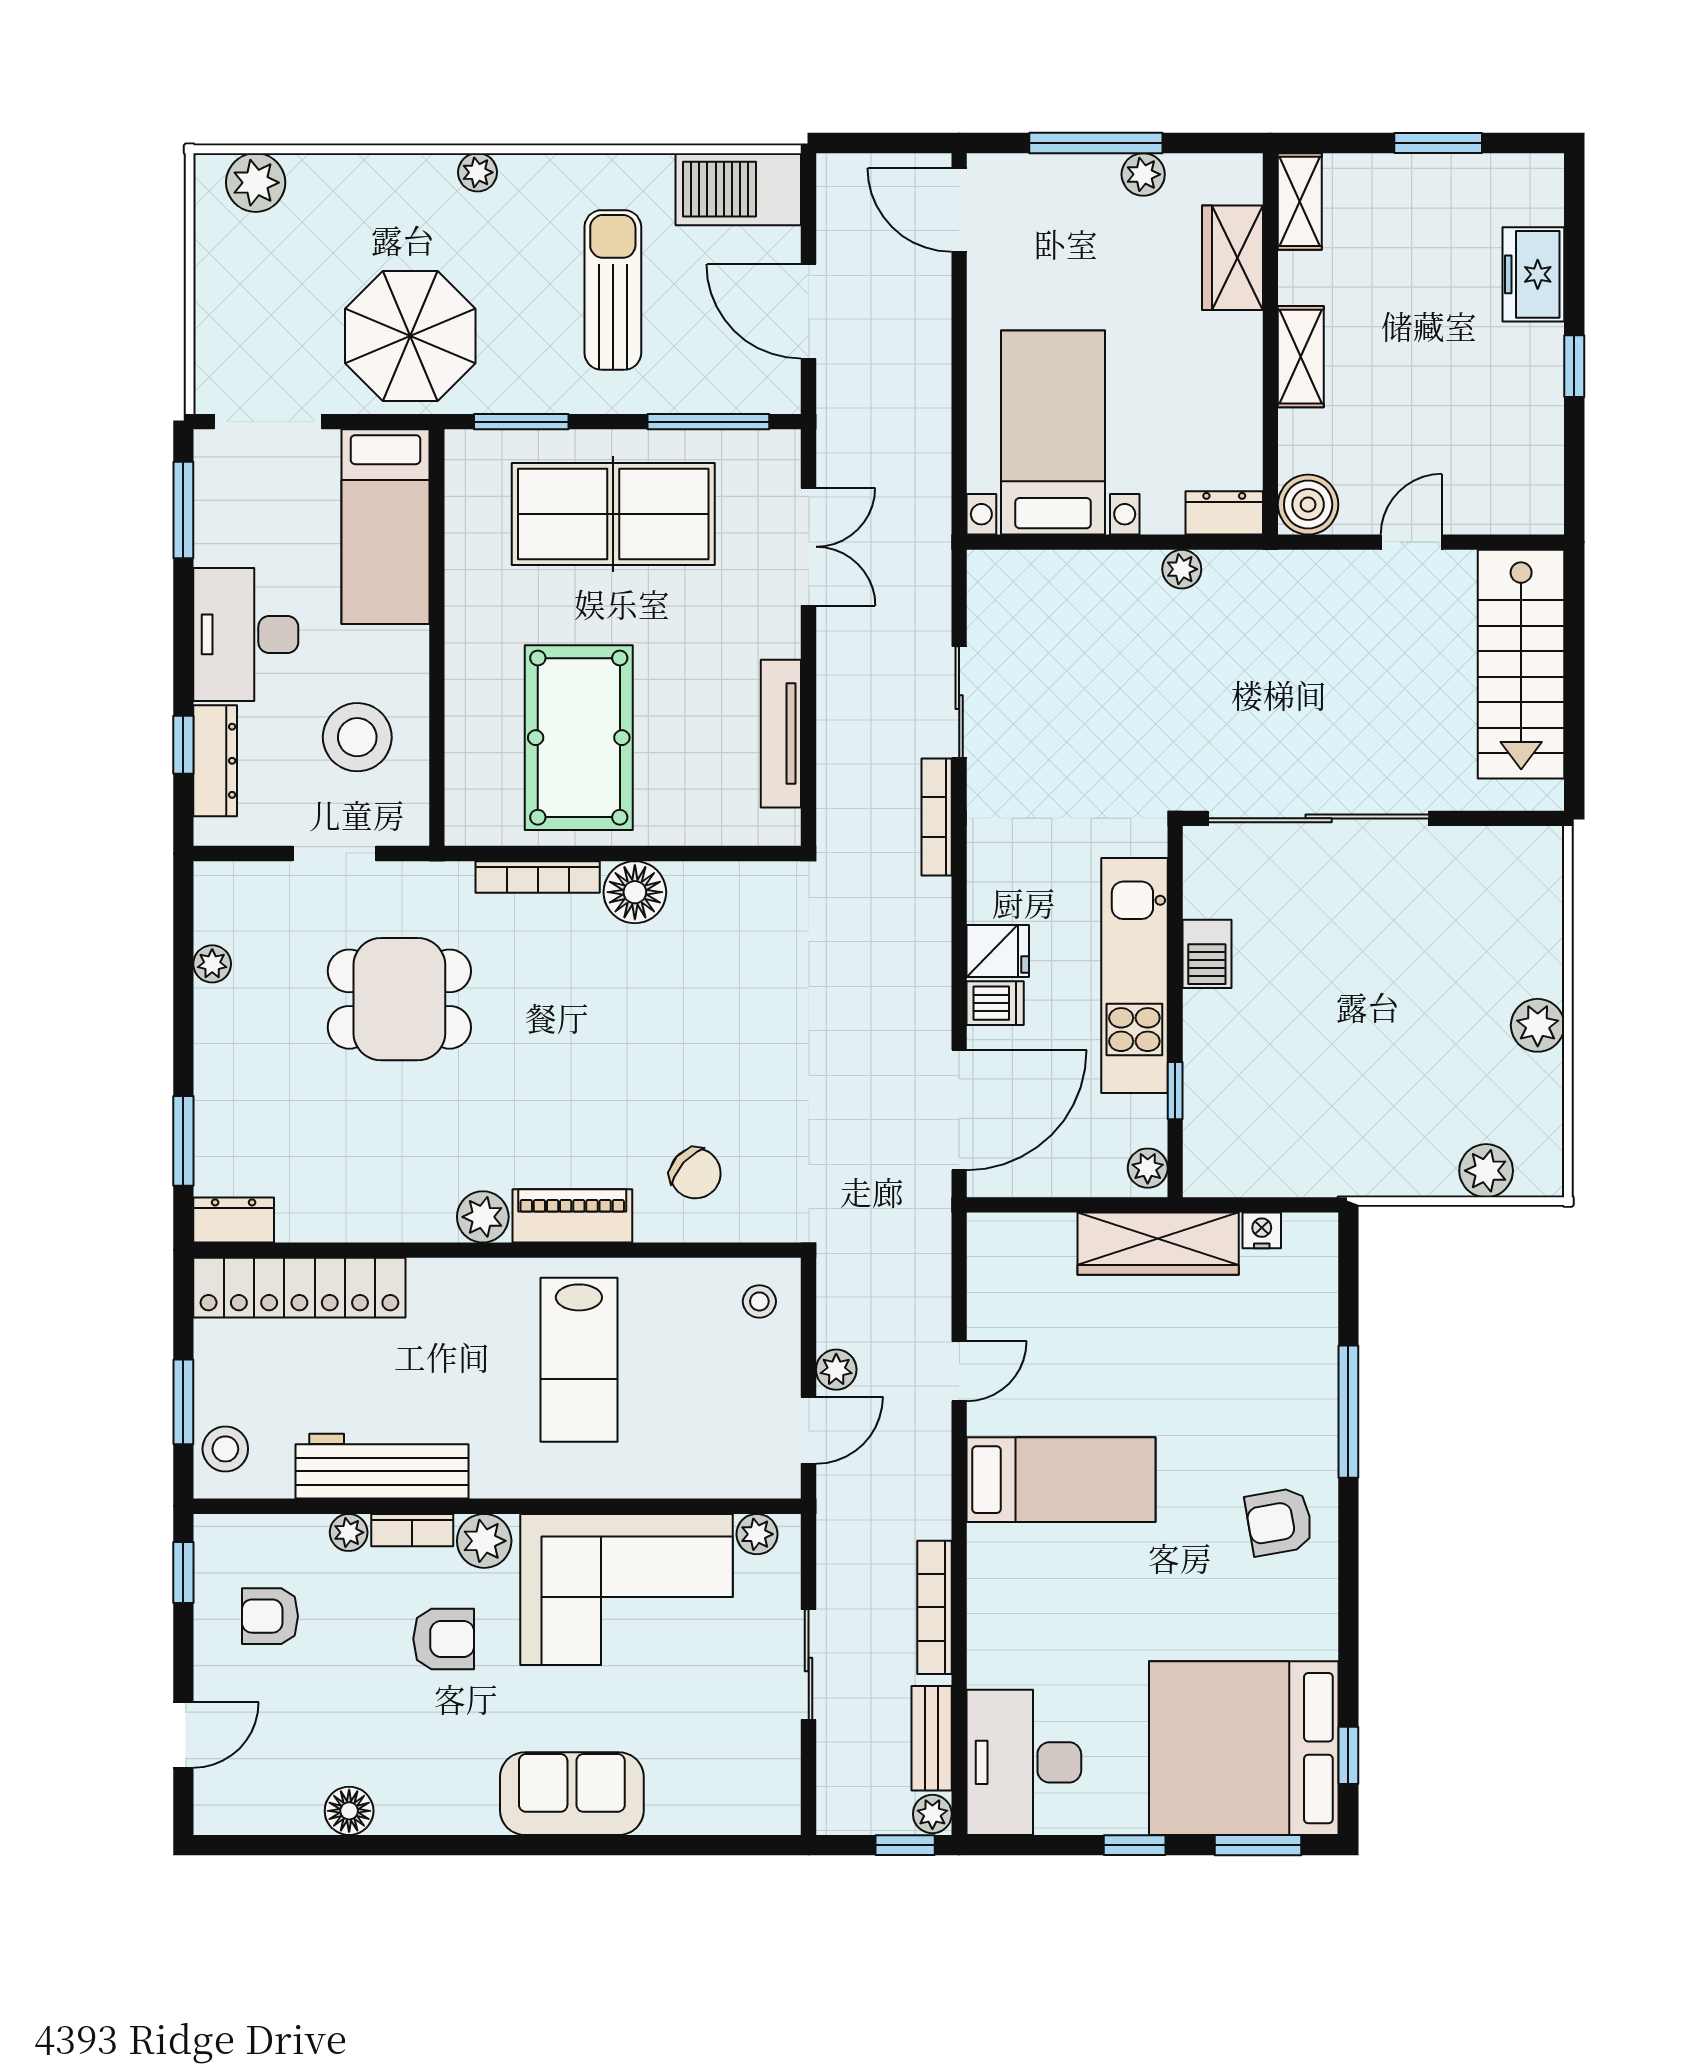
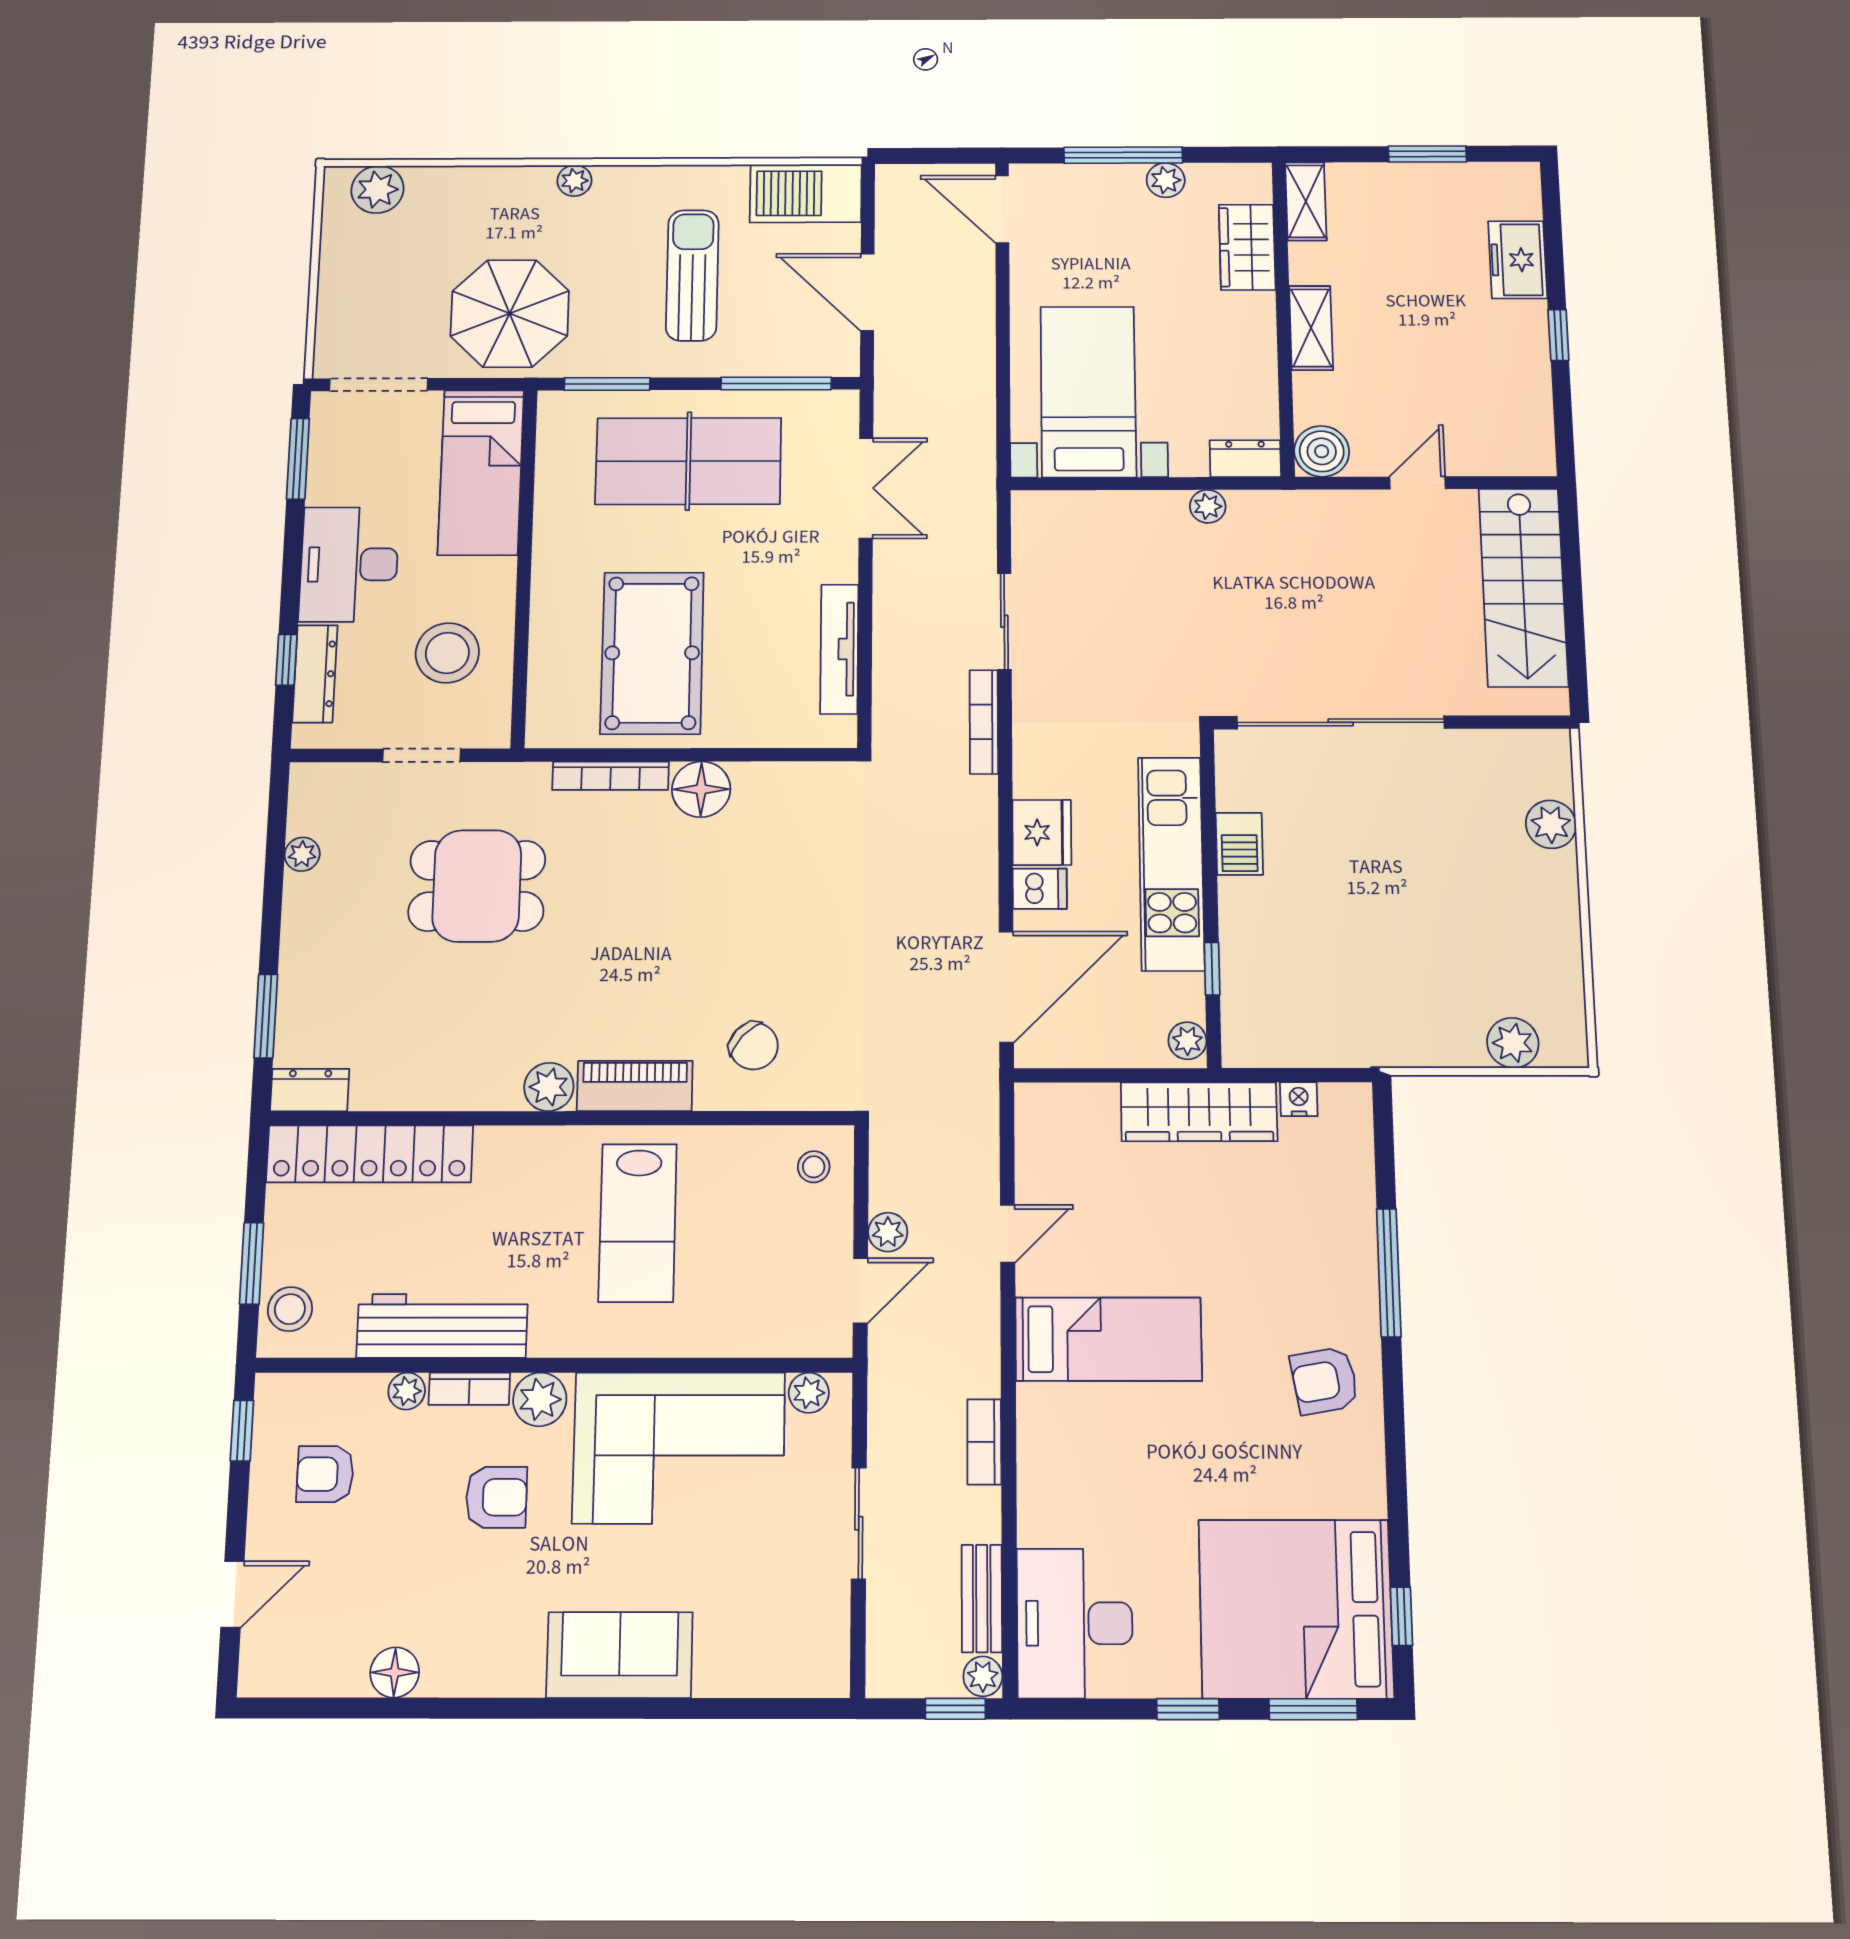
fridge: (998, 951) -> (1042, 832), width x1.38
plant: (1538, 1025) -> (1551, 824), moved
bookcase: (935, 1607) -> (984, 1442), width x0.64

